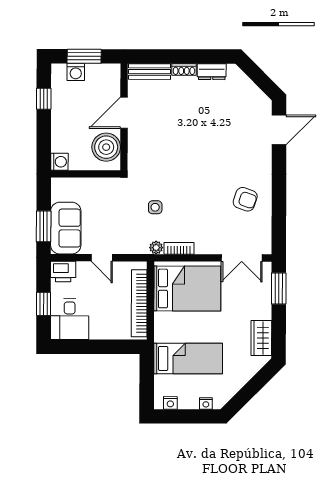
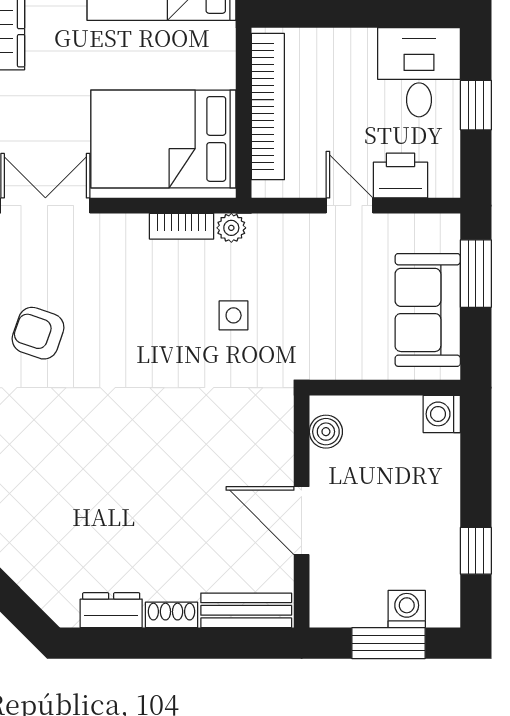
door: (124, 113) -> (302, 521), swing flipped
boiler: (106, 147) -> (326, 432), width x0.54, depth x0.54
sofa: (66, 228) -> (428, 310), moved
printer: (63, 271) -> (400, 176), moved

